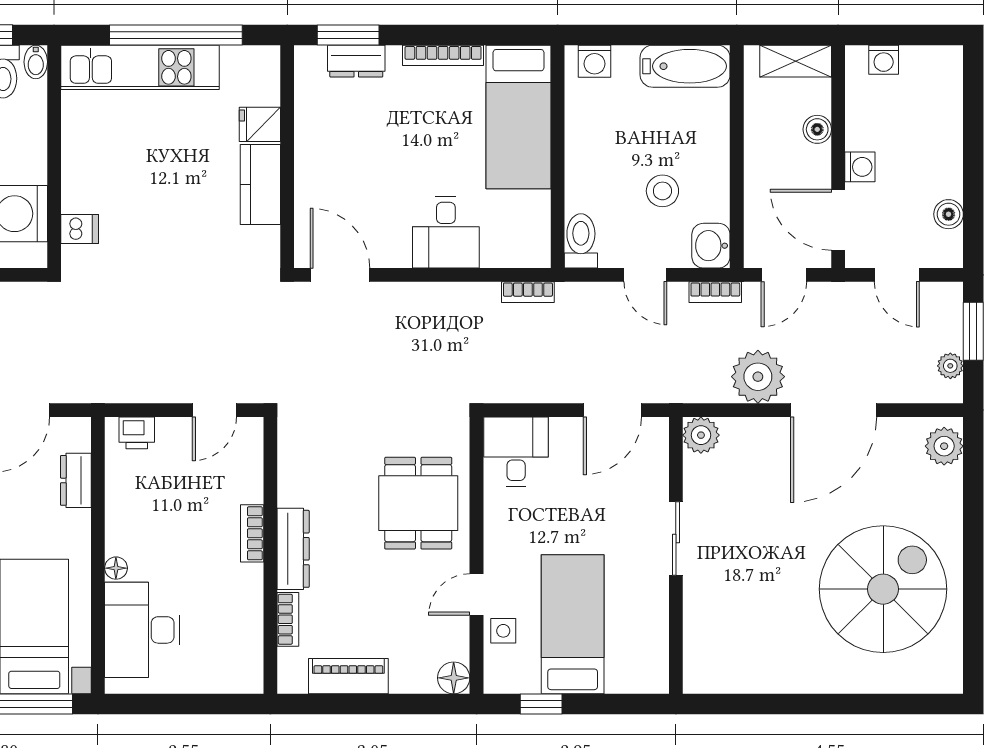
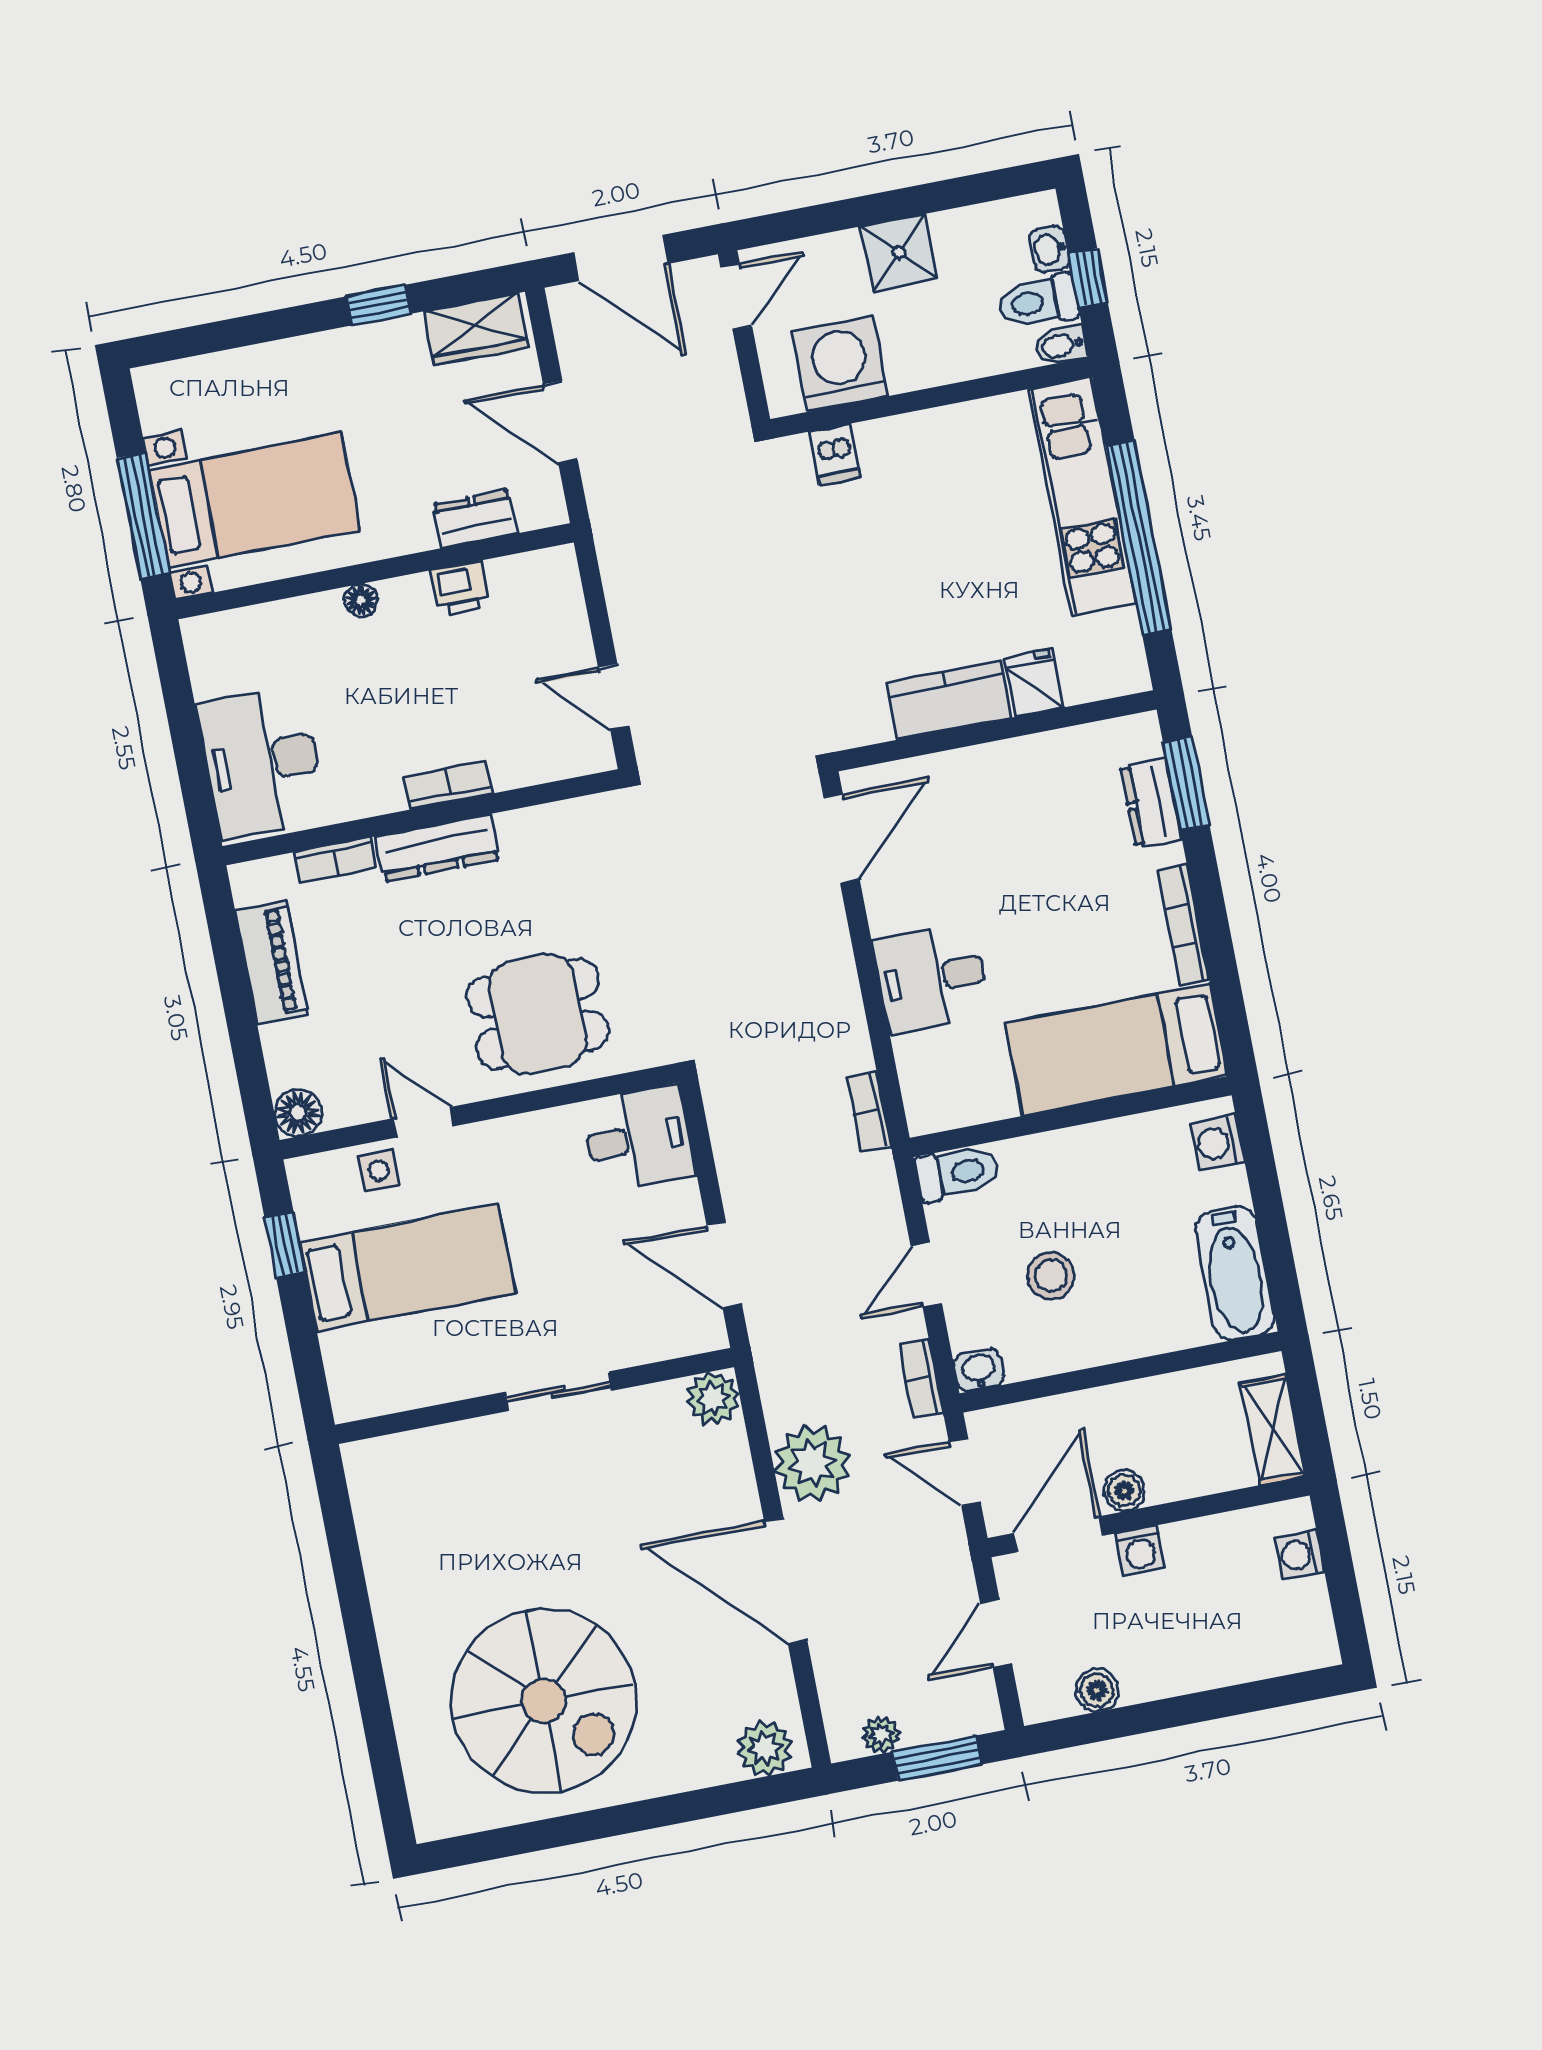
boiler: (817, 129) -> (1124, 1491), moved
washbasin: (711, 246) -> (979, 1370), width x0.72, depth x0.69
printer: (137, 433) -> (460, 588), moved, turned -90
desk: (142, 630) -> (262, 762), moved, turned -90

